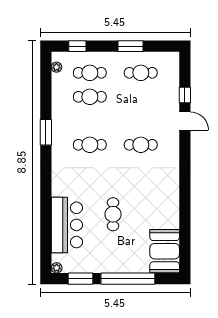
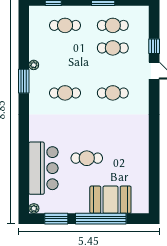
plant: (56, 67) -> (34, 65), moved
cafe table: (90, 97) -> (113, 48), moved
cafe table: (113, 214) -> (87, 158), turned 90
booth: (165, 251) -> (110, 200), moved, turned 90

